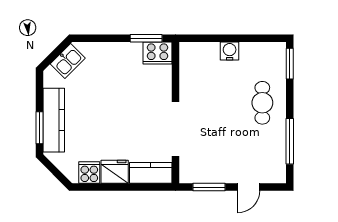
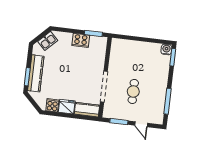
water cooler: (230, 51) -> (166, 49), moved
cooker: (157, 53) -> (81, 40), moved
cafe table: (262, 103) -> (133, 91), moved
door: (249, 187) -> (141, 124), hinge flipped

